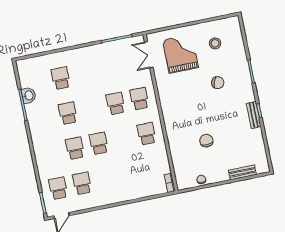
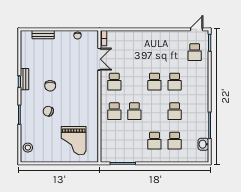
stool: (215, 43) -> (28, 148), moved
double door: (149, 55) -> (99, 59), moved
washbasin: (29, 95) -> (203, 144), moved
chair: (206, 141) -> (50, 86), moved
school desk: (82, 183) -> (154, 141), moved

